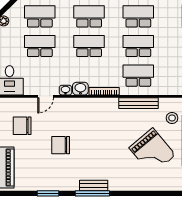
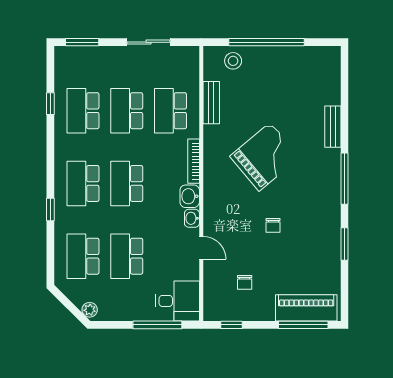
bench: (139, 103) -> (211, 103), width x0.73
chair: (22, 126) -> (245, 282), width x0.54, depth x0.54
chair: (61, 145) -> (273, 225), width x0.54, depth x0.54
grand piano: (152, 151) -> (265, 157), moved
bench: (94, 186) -> (333, 127), moved

